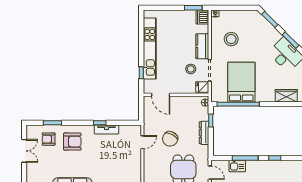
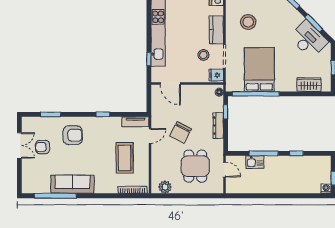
tv unit: (106, 129) -> (136, 122), moved
armchair: (49, 139) -> (43, 147), moved
coffee table: (119, 162) -> (125, 158), added

